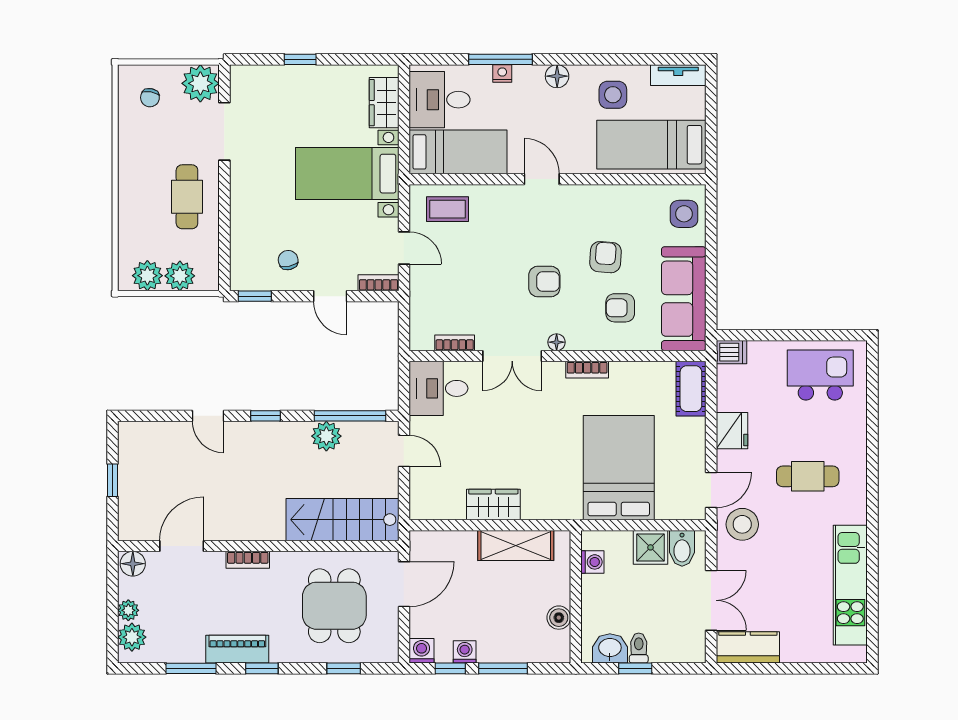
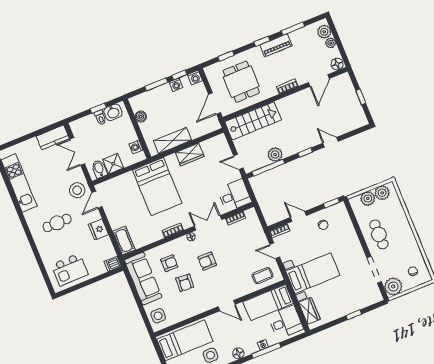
bed: (619, 468) -> (157, 187), moved

